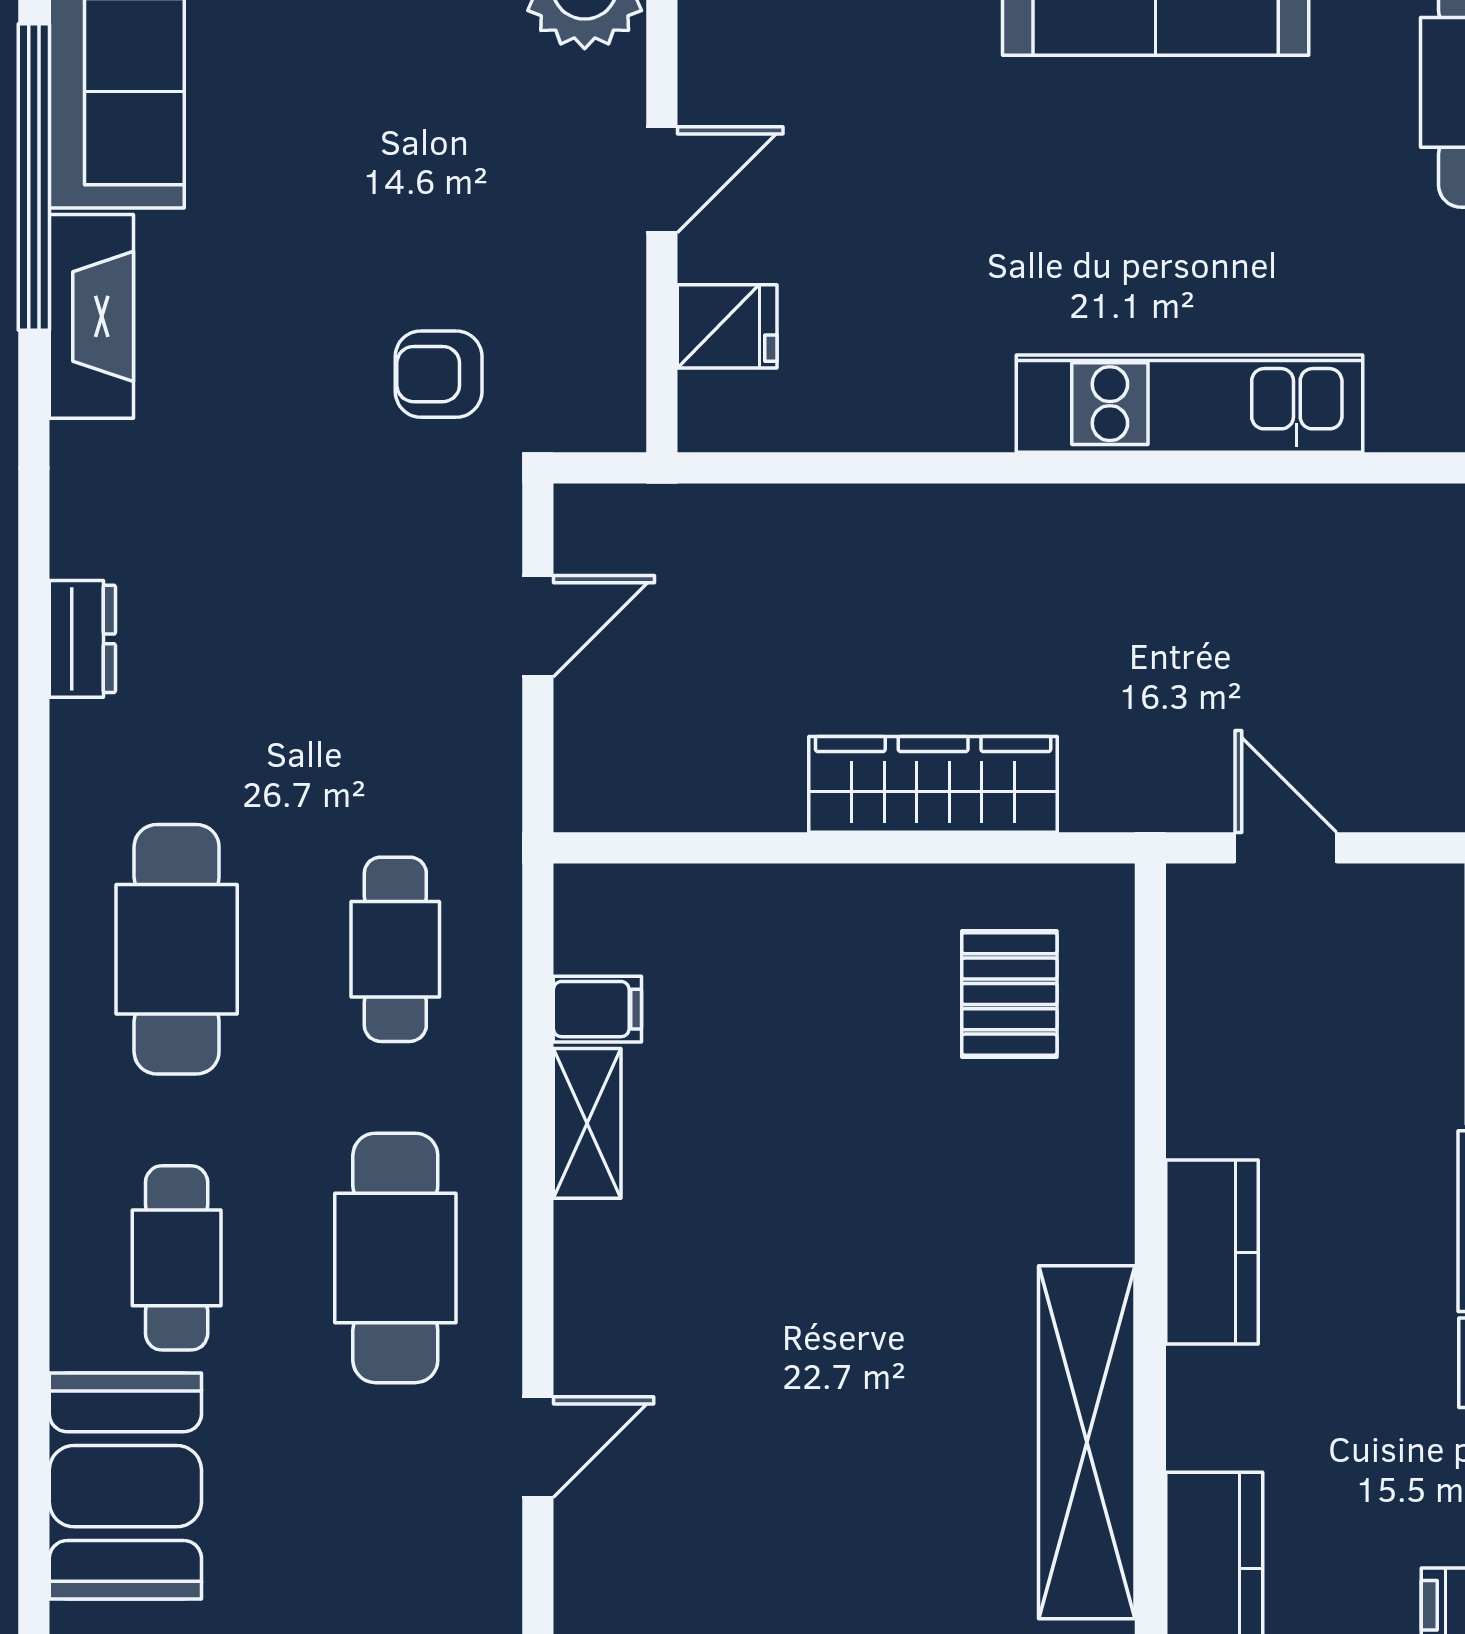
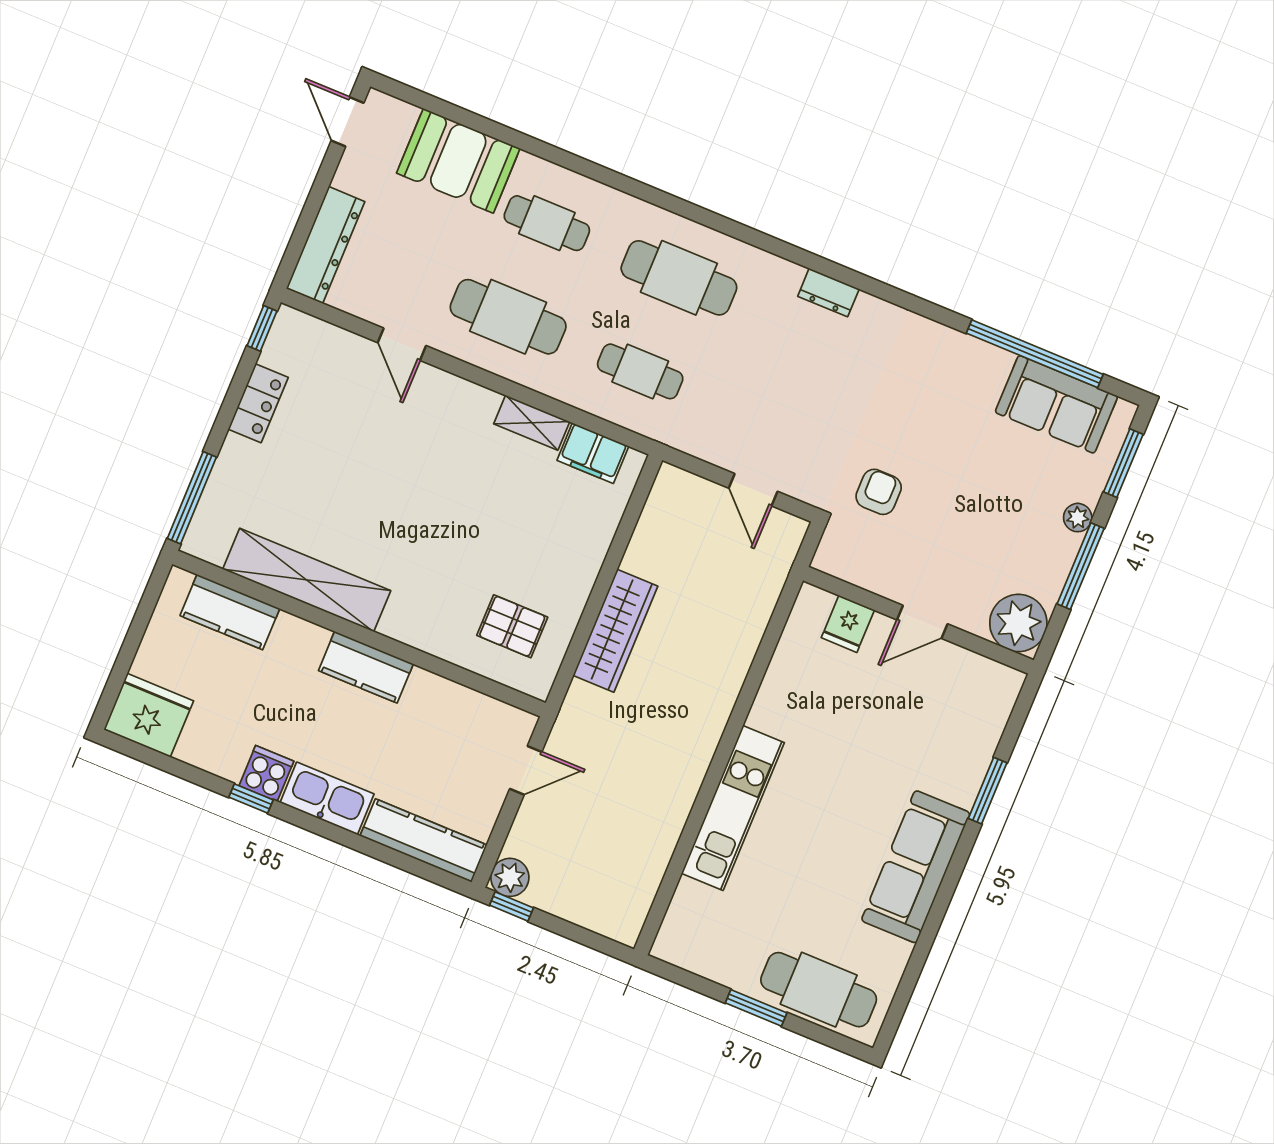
door: (662, 180) -> (922, 622), hinge flipped
fireplace: (91, 316) -> (965, 354), removed
filing cabinet: (597, 1009) -> (593, 453), width x2.00

